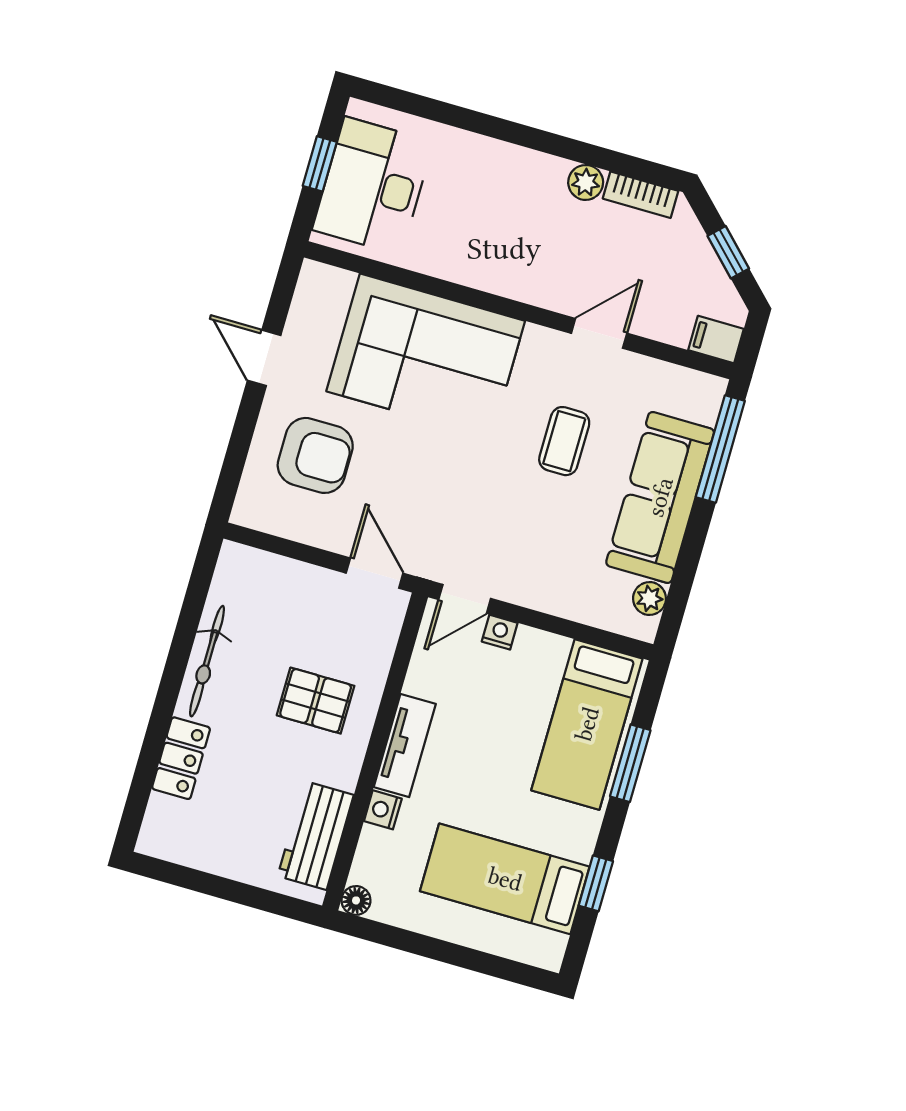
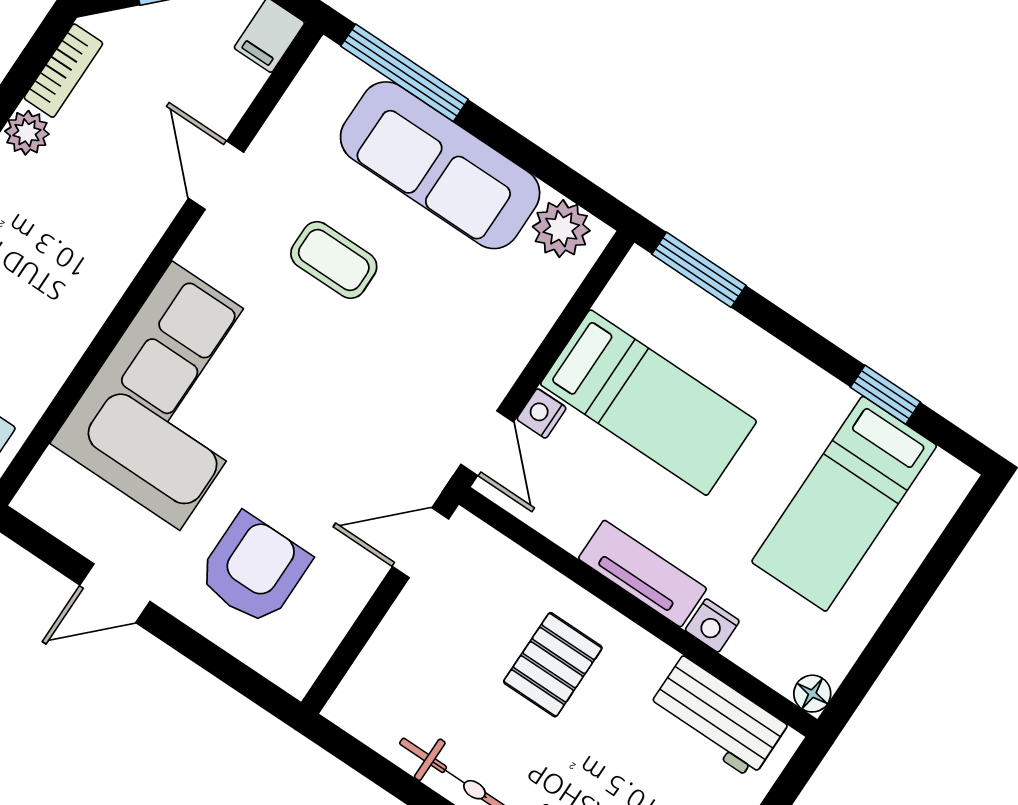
plant: (650, 599) -> (561, 229), width x1.38, depth x1.38
bed: (587, 724) -> (648, 403), moved
window: (630, 763) -> (699, 270), moved

